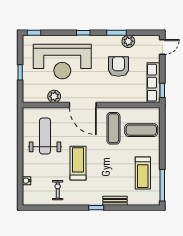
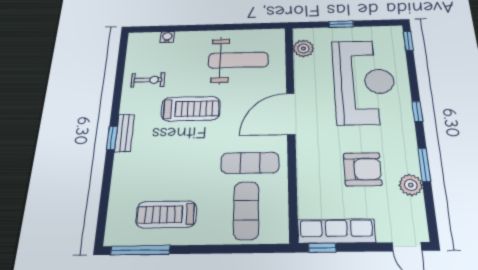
reception desk: (62, 62) -> (364, 82), turned 180
plant: (54, 96) -> (303, 48), moved
bench: (115, 201) -> (124, 133), moved

